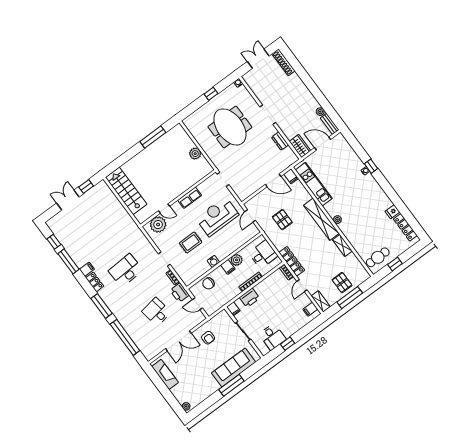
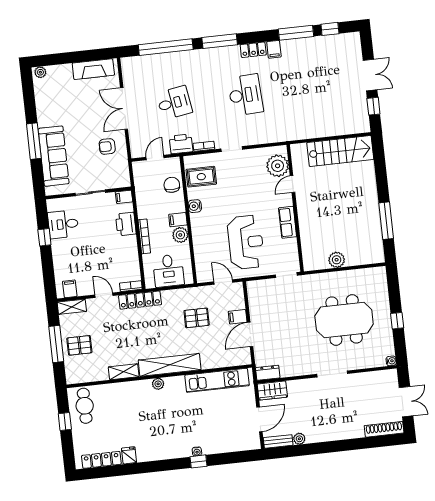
dresser: (280, 141) -> (268, 373), moved
filing cabinet: (291, 176) -> (238, 317), moved
rug: (191, 243) -> (201, 177), moved, turned 90

